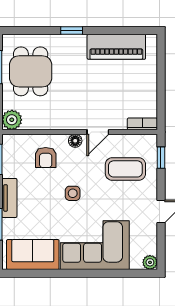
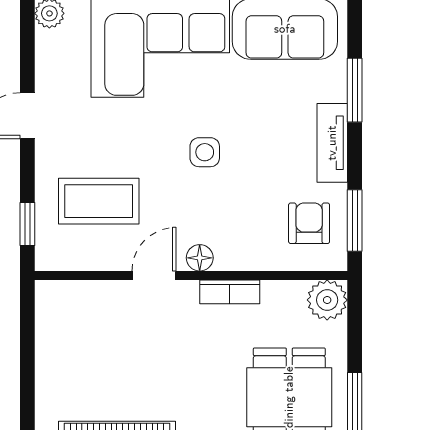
bookcase: (142, 124) -> (230, 292), moved
armchair: (46, 158) -> (309, 223), moved

